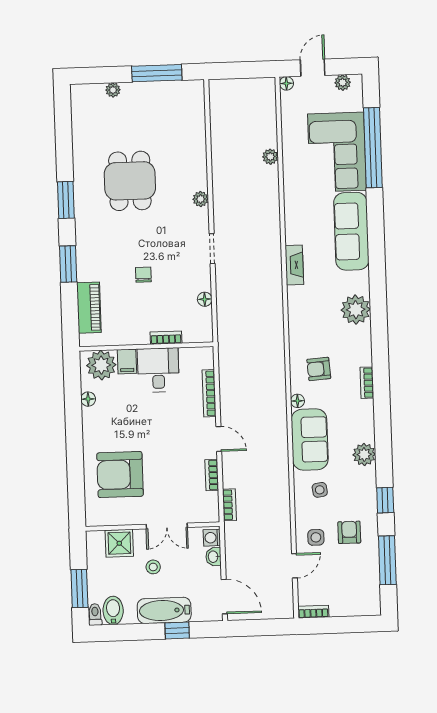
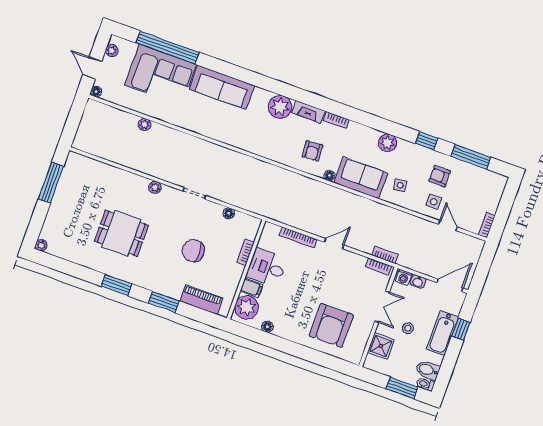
plant: (113, 90) -> (41, 245), moved
fireplace: (294, 265) -> (308, 112), moved, turned 180
chair: (143, 275) -> (193, 251), width x1.87, depth x1.87
bookcase: (212, 475) -> (379, 266), moved

